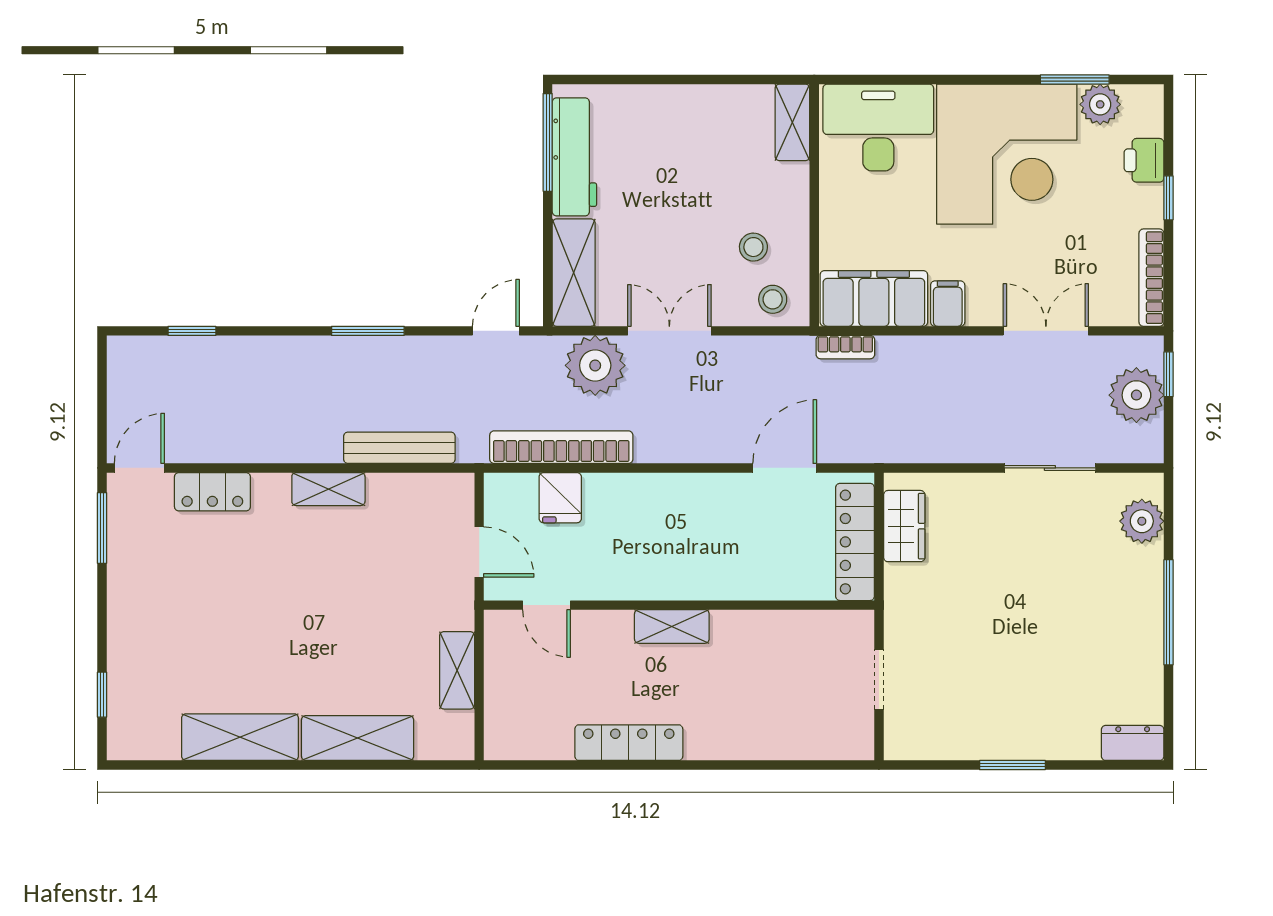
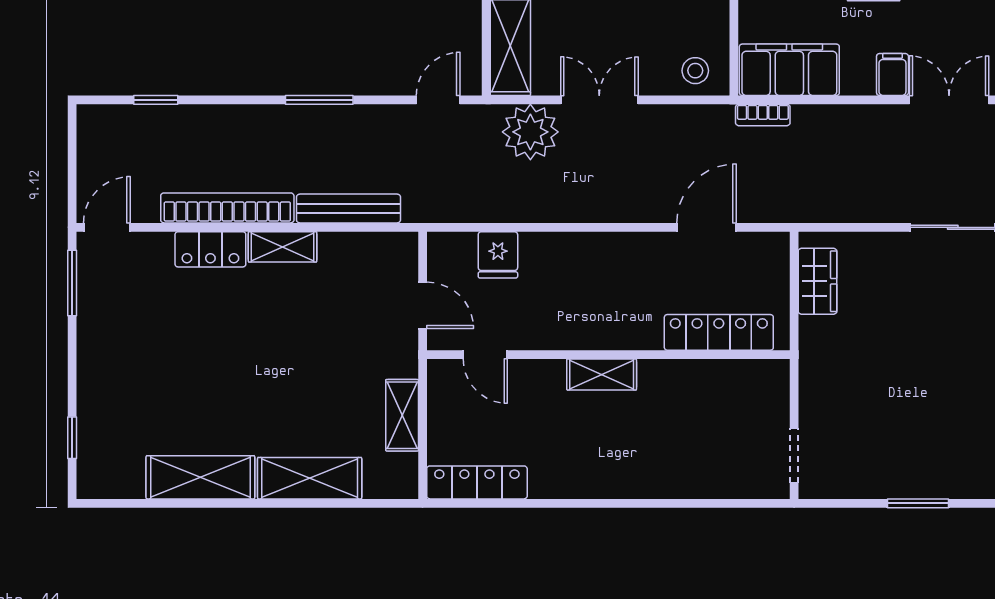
stool: (753, 247) -> (677, 22), removed
filing cabinet: (948, 304) -> (892, 74), moved
bookcase: (561, 447) -> (227, 208), moved
locker: (212, 492) -> (210, 249), moved
locker: (855, 542) -> (719, 332), moved, turned 90
doorway: (879, 680) -> (794, 455), moved
locker: (629, 743) -> (477, 482), moved

